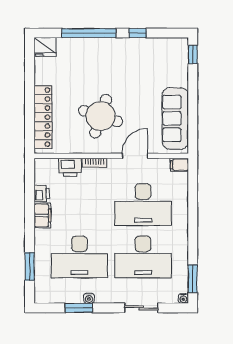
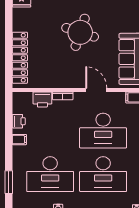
round table: (101, 116) -> (80, 32), moved
door: (135, 156) -> (96, 90), hinge flipped
filing cabinet: (42, 215) -> (19, 140), width x0.50

